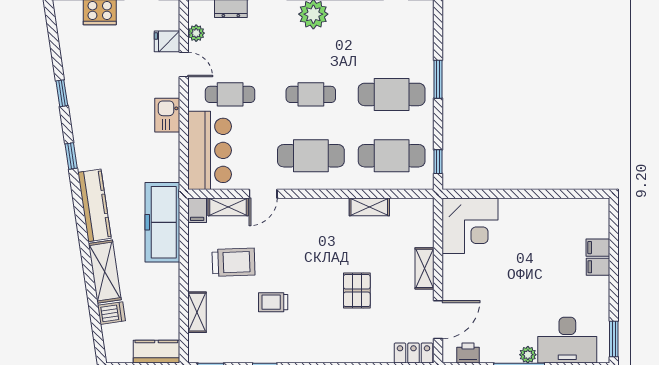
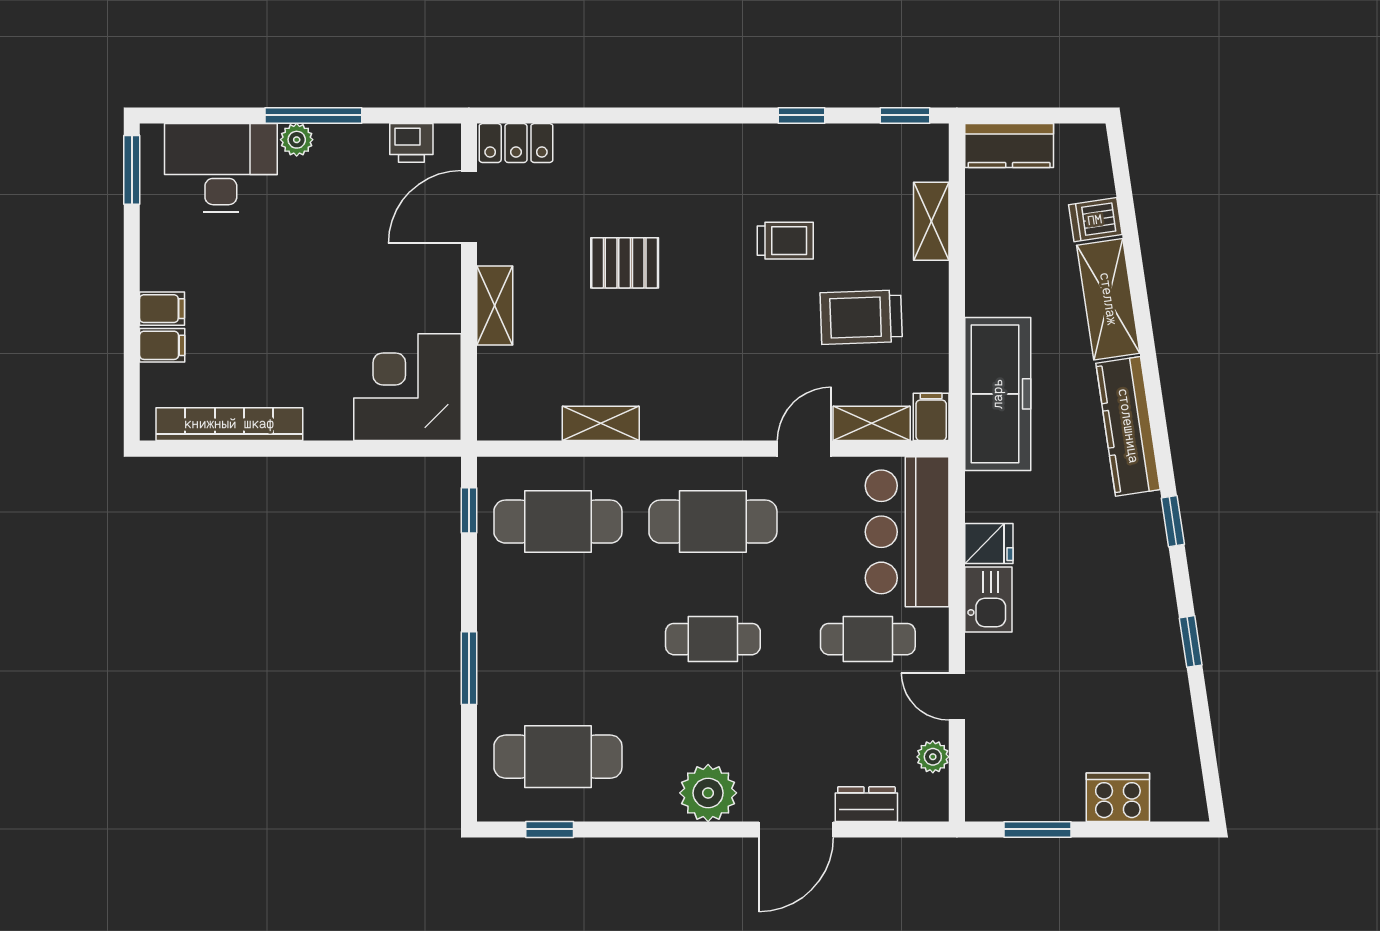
fridge: (167, 41) -> (989, 544), moved
cafe table: (392, 94) -> (558, 757), moved
bookcase: (563, 207) -> (229, 424), added
pallet: (357, 291) -> (625, 263), turned 90

